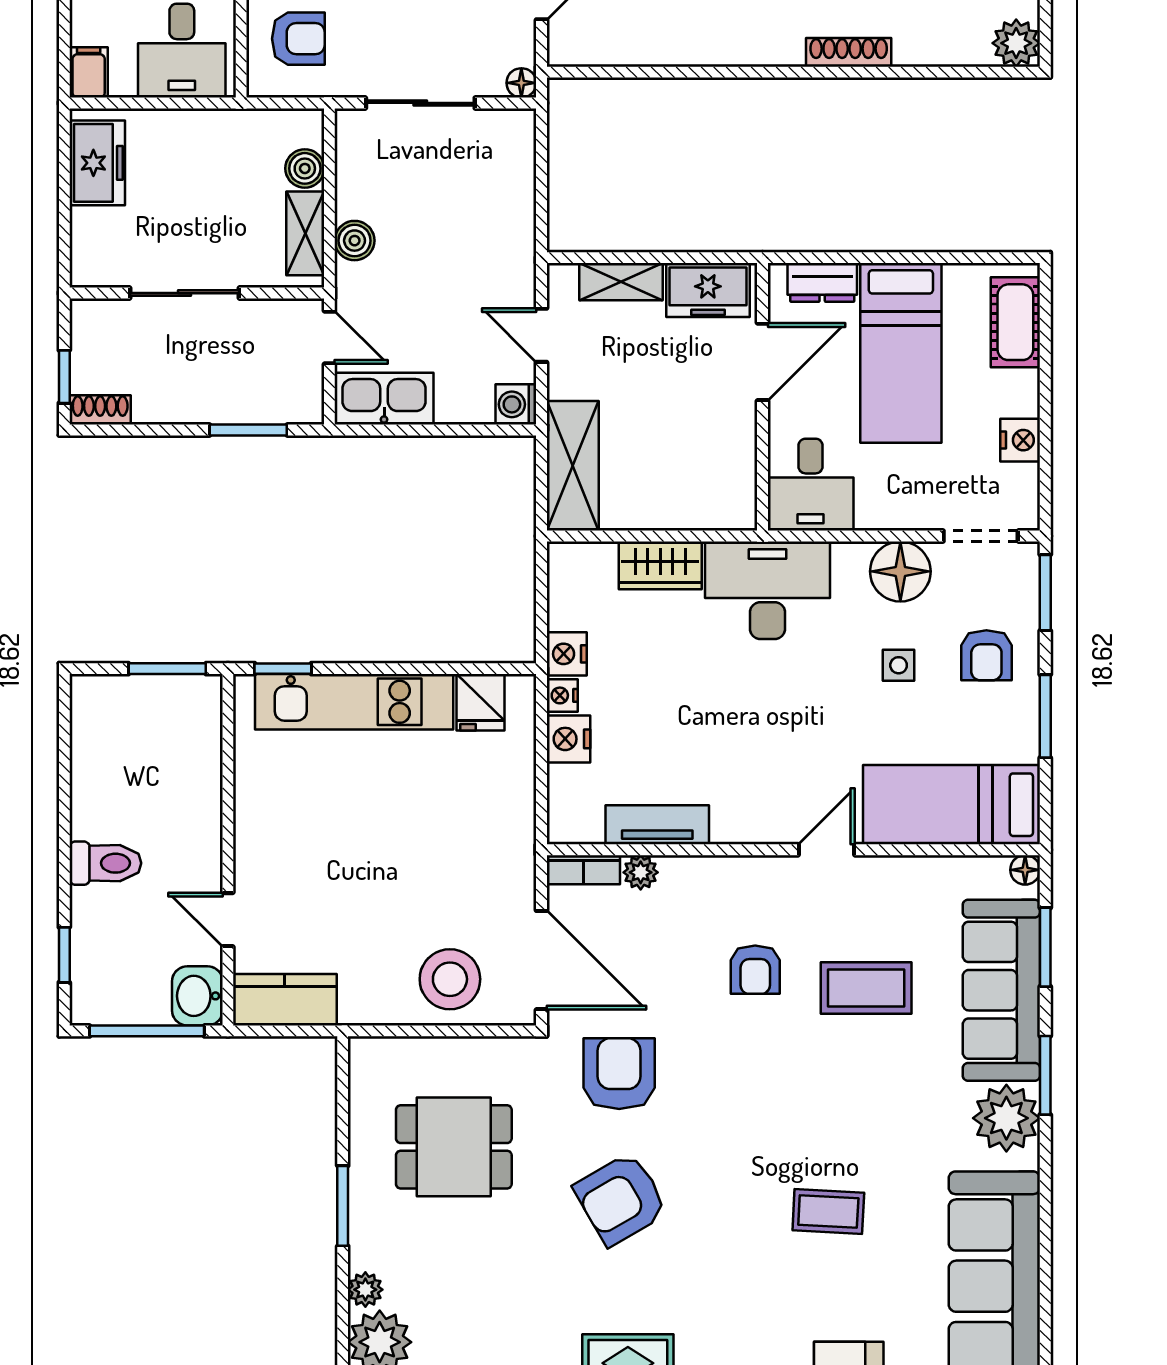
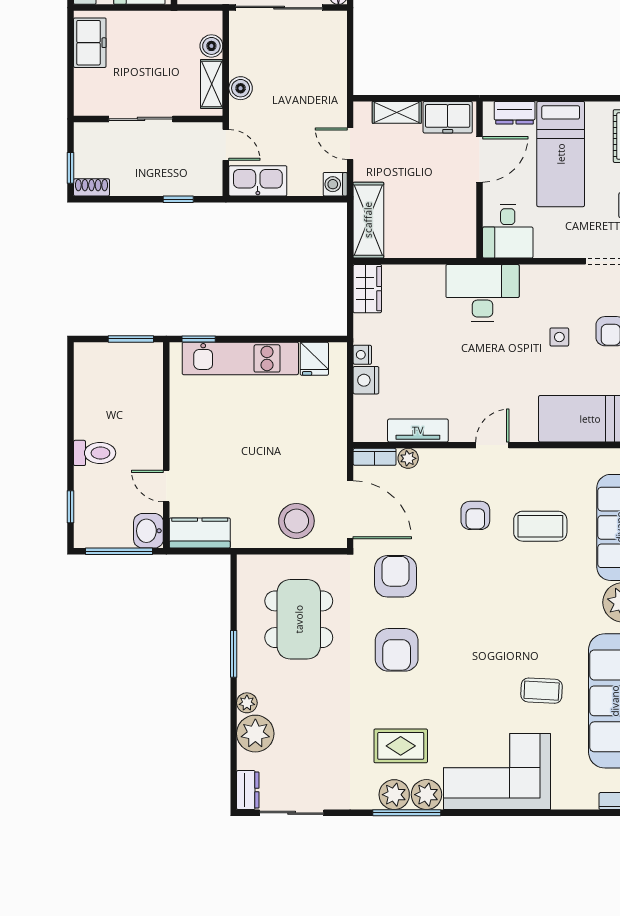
sliding door: (420, 103) -> (279, 8), width x1.37
window: (248, 430) -> (178, 199), width x0.67
wardrobe: (660, 565) -> (367, 289), moved, turned -90
floor lamp: (900, 571) -> (560, 282), removed
nightstand: (567, 654) -> (365, 330), removed
door: (826, 850) -> (492, 445), moved
dining table: (454, 1147) -> (299, 619), width x1.38
armchair: (621, 1199) -> (397, 650), turned -60
coffee table: (828, 1212) -> (542, 691), moved

